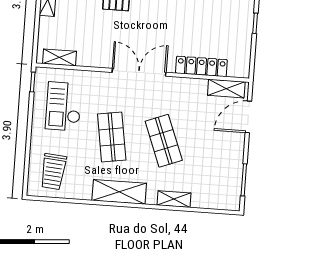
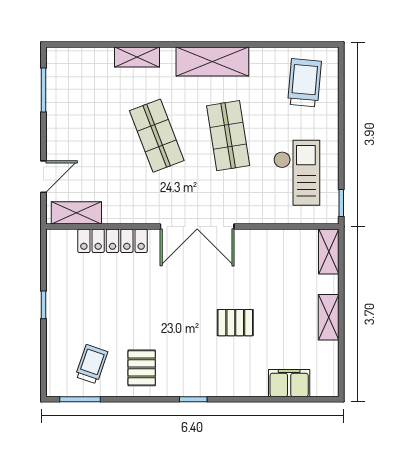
shelving: (59, 57) -> (329, 252), moved, turned 90
door: (248, 117) -> (43, 177), width x0.73

